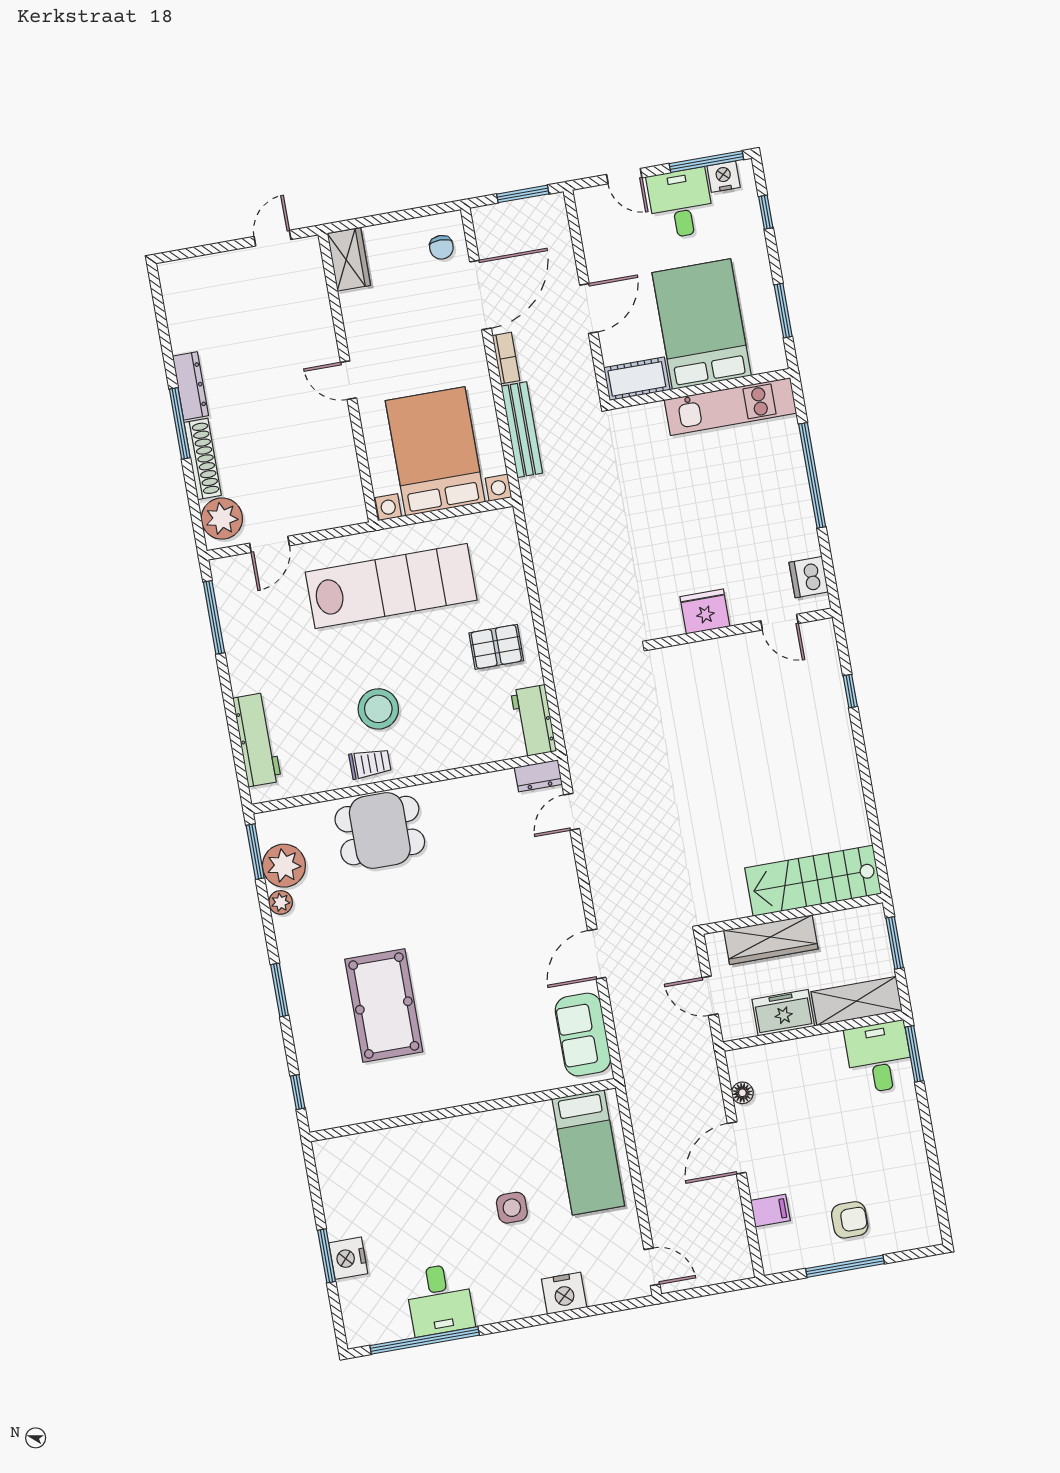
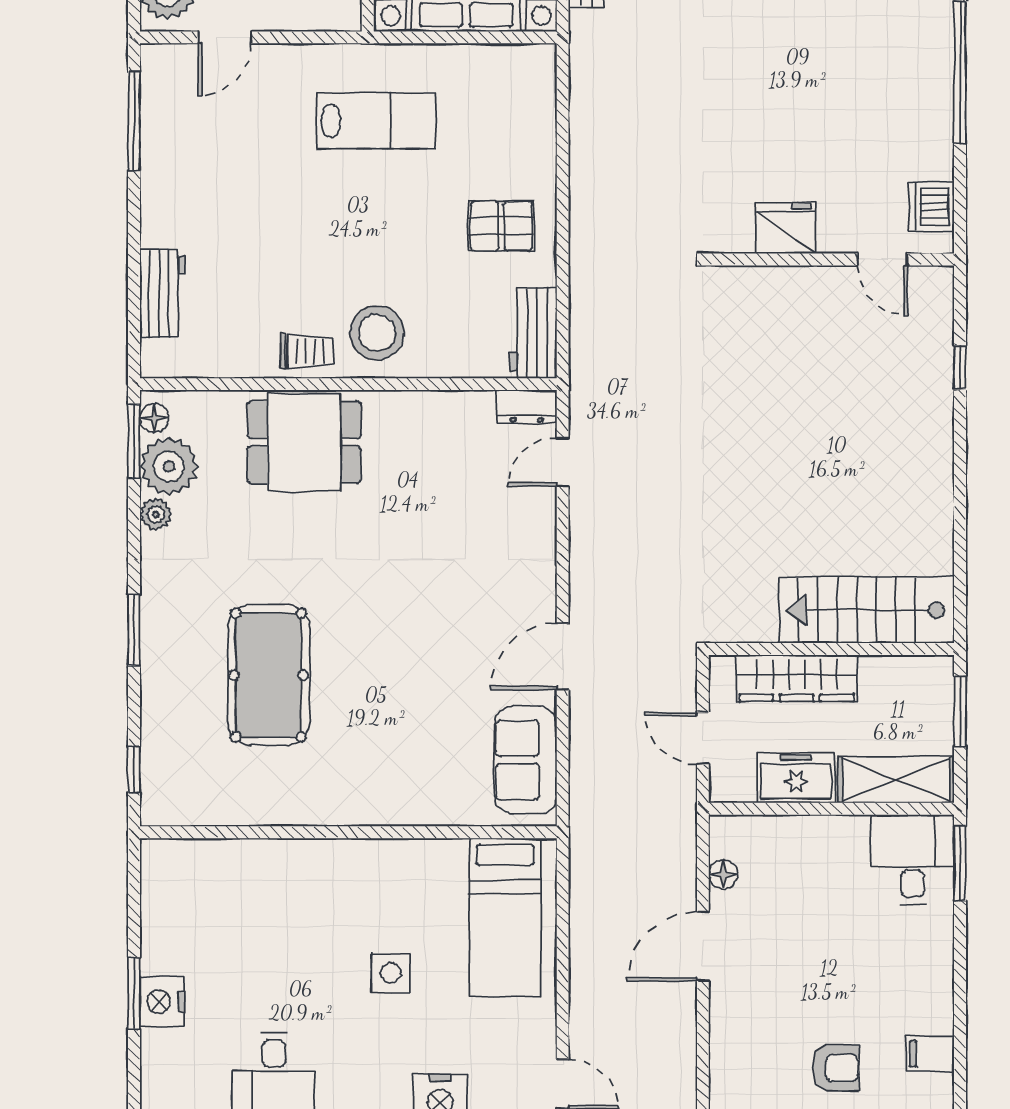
lab bench: (391, 586) -> (376, 121), width x0.54, depth x0.72
stool: (378, 709) -> (377, 333), moved
workbench: (257, 740) -> (163, 293), width x0.73
floor lamp: (267, 832) -> (154, 418), added
filing cabinet: (770, 1211) -> (930, 1054), moved, turned 180

